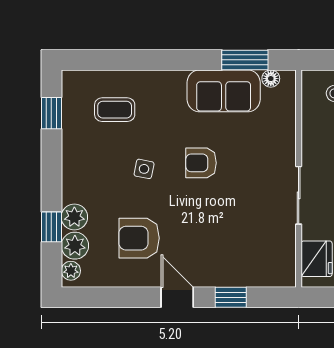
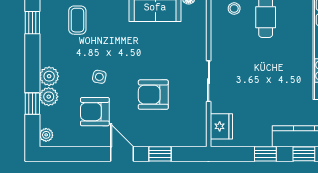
coffee table: (115, 110) -> (77, 20), turned 90
armchair: (201, 163) -> (153, 95), moved, width x1.38, depth x1.38
side table: (144, 169) -> (99, 77), moved
plant: (75, 246) -> (49, 76), moved

